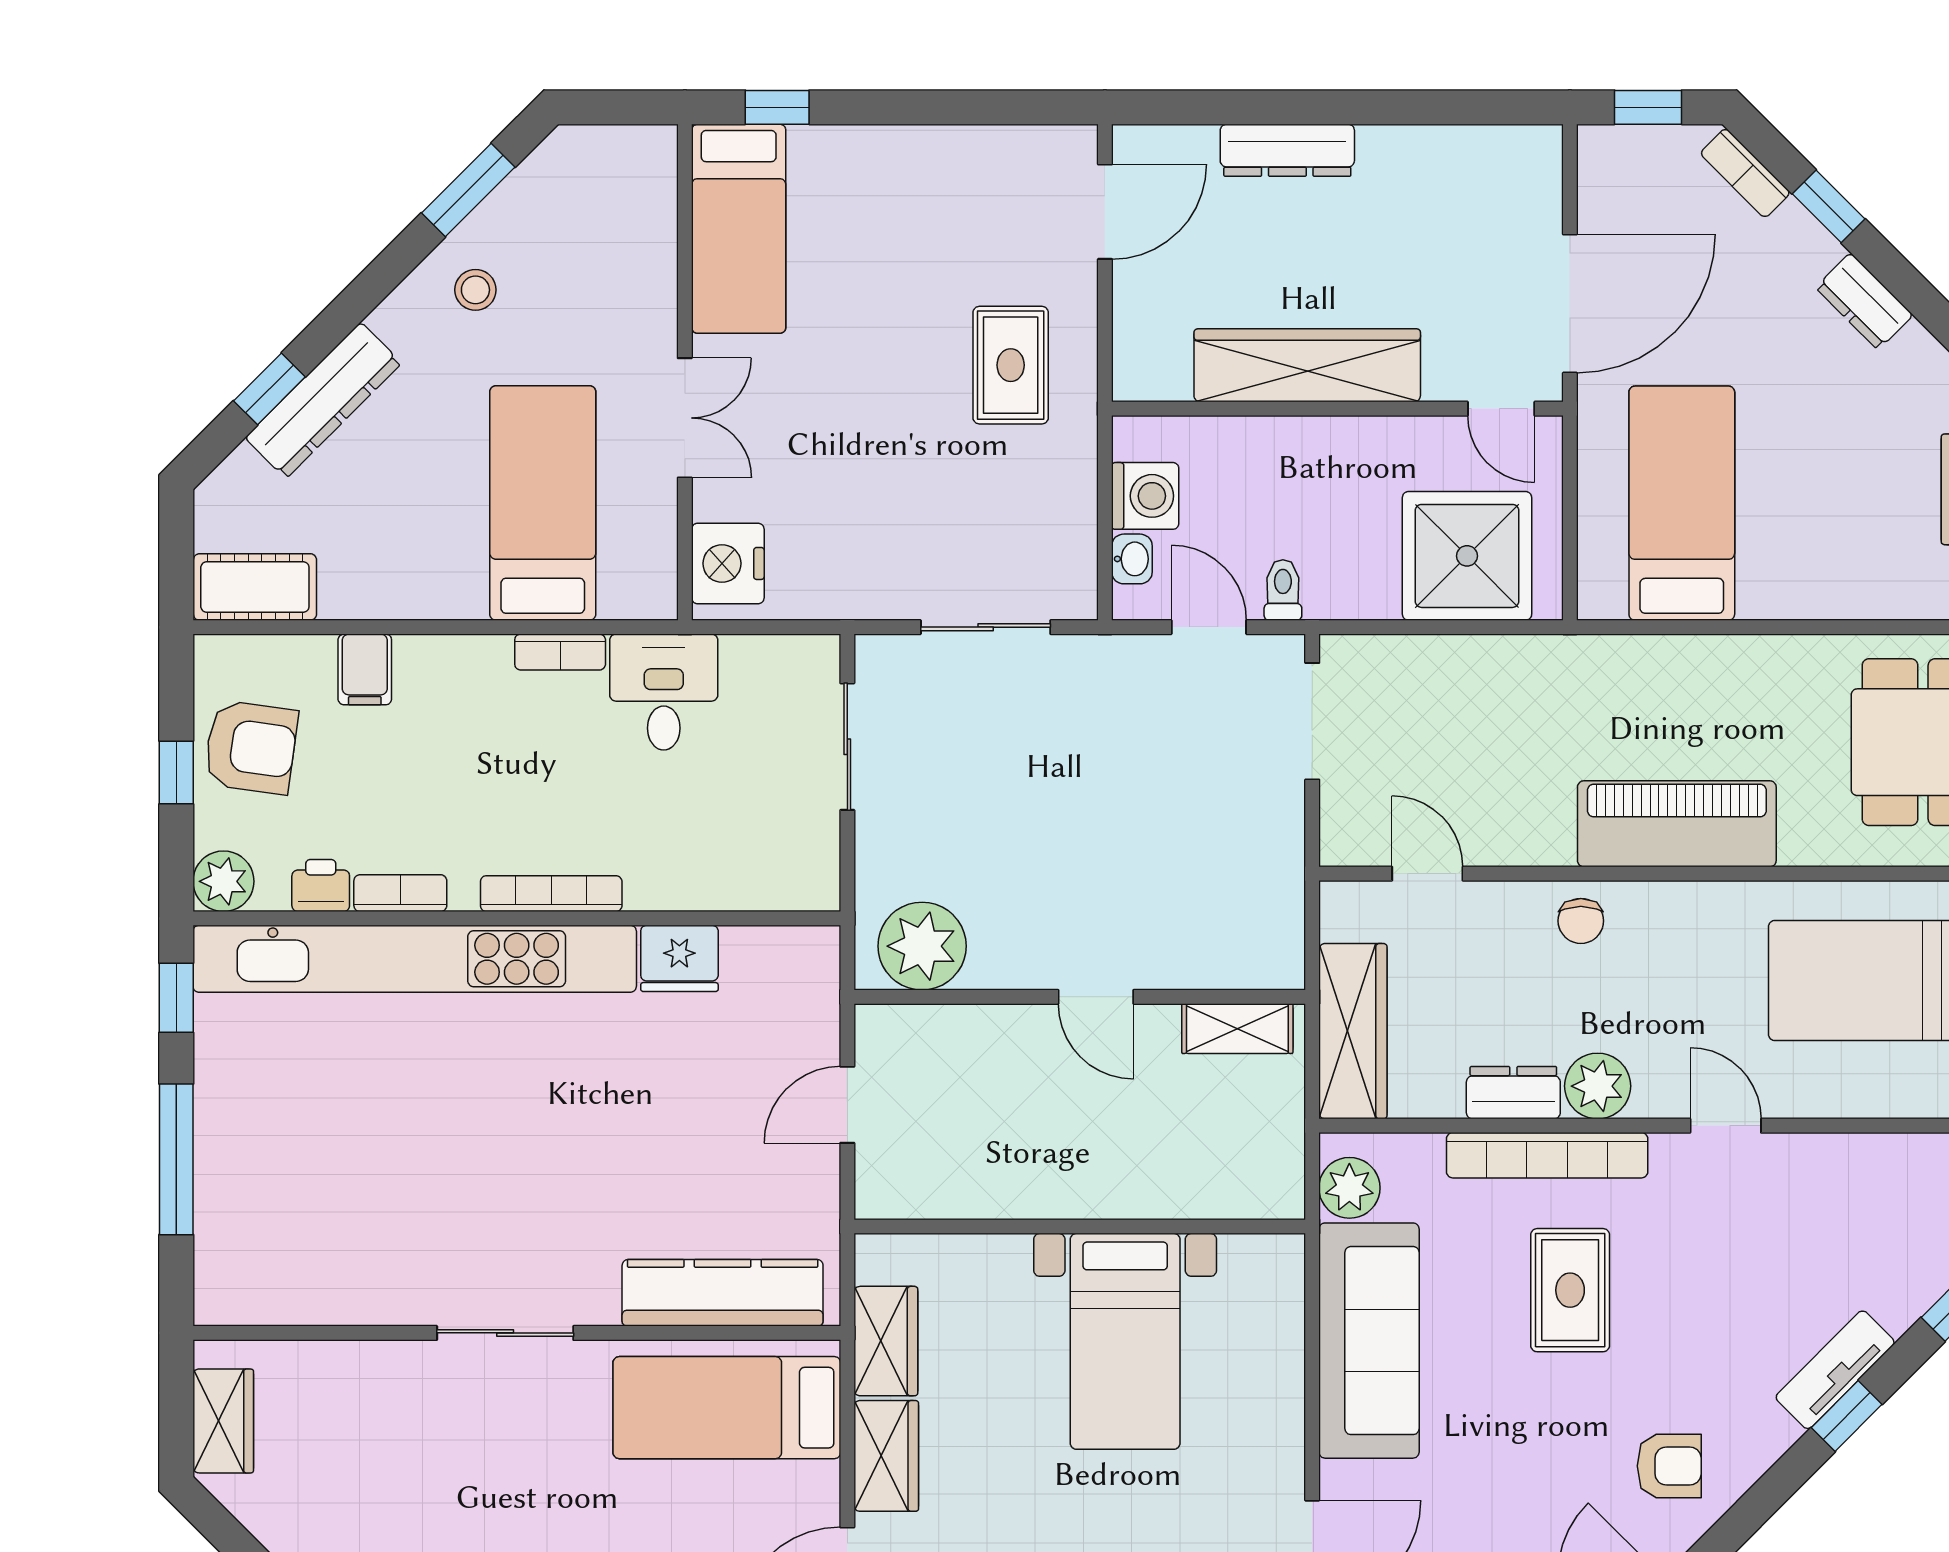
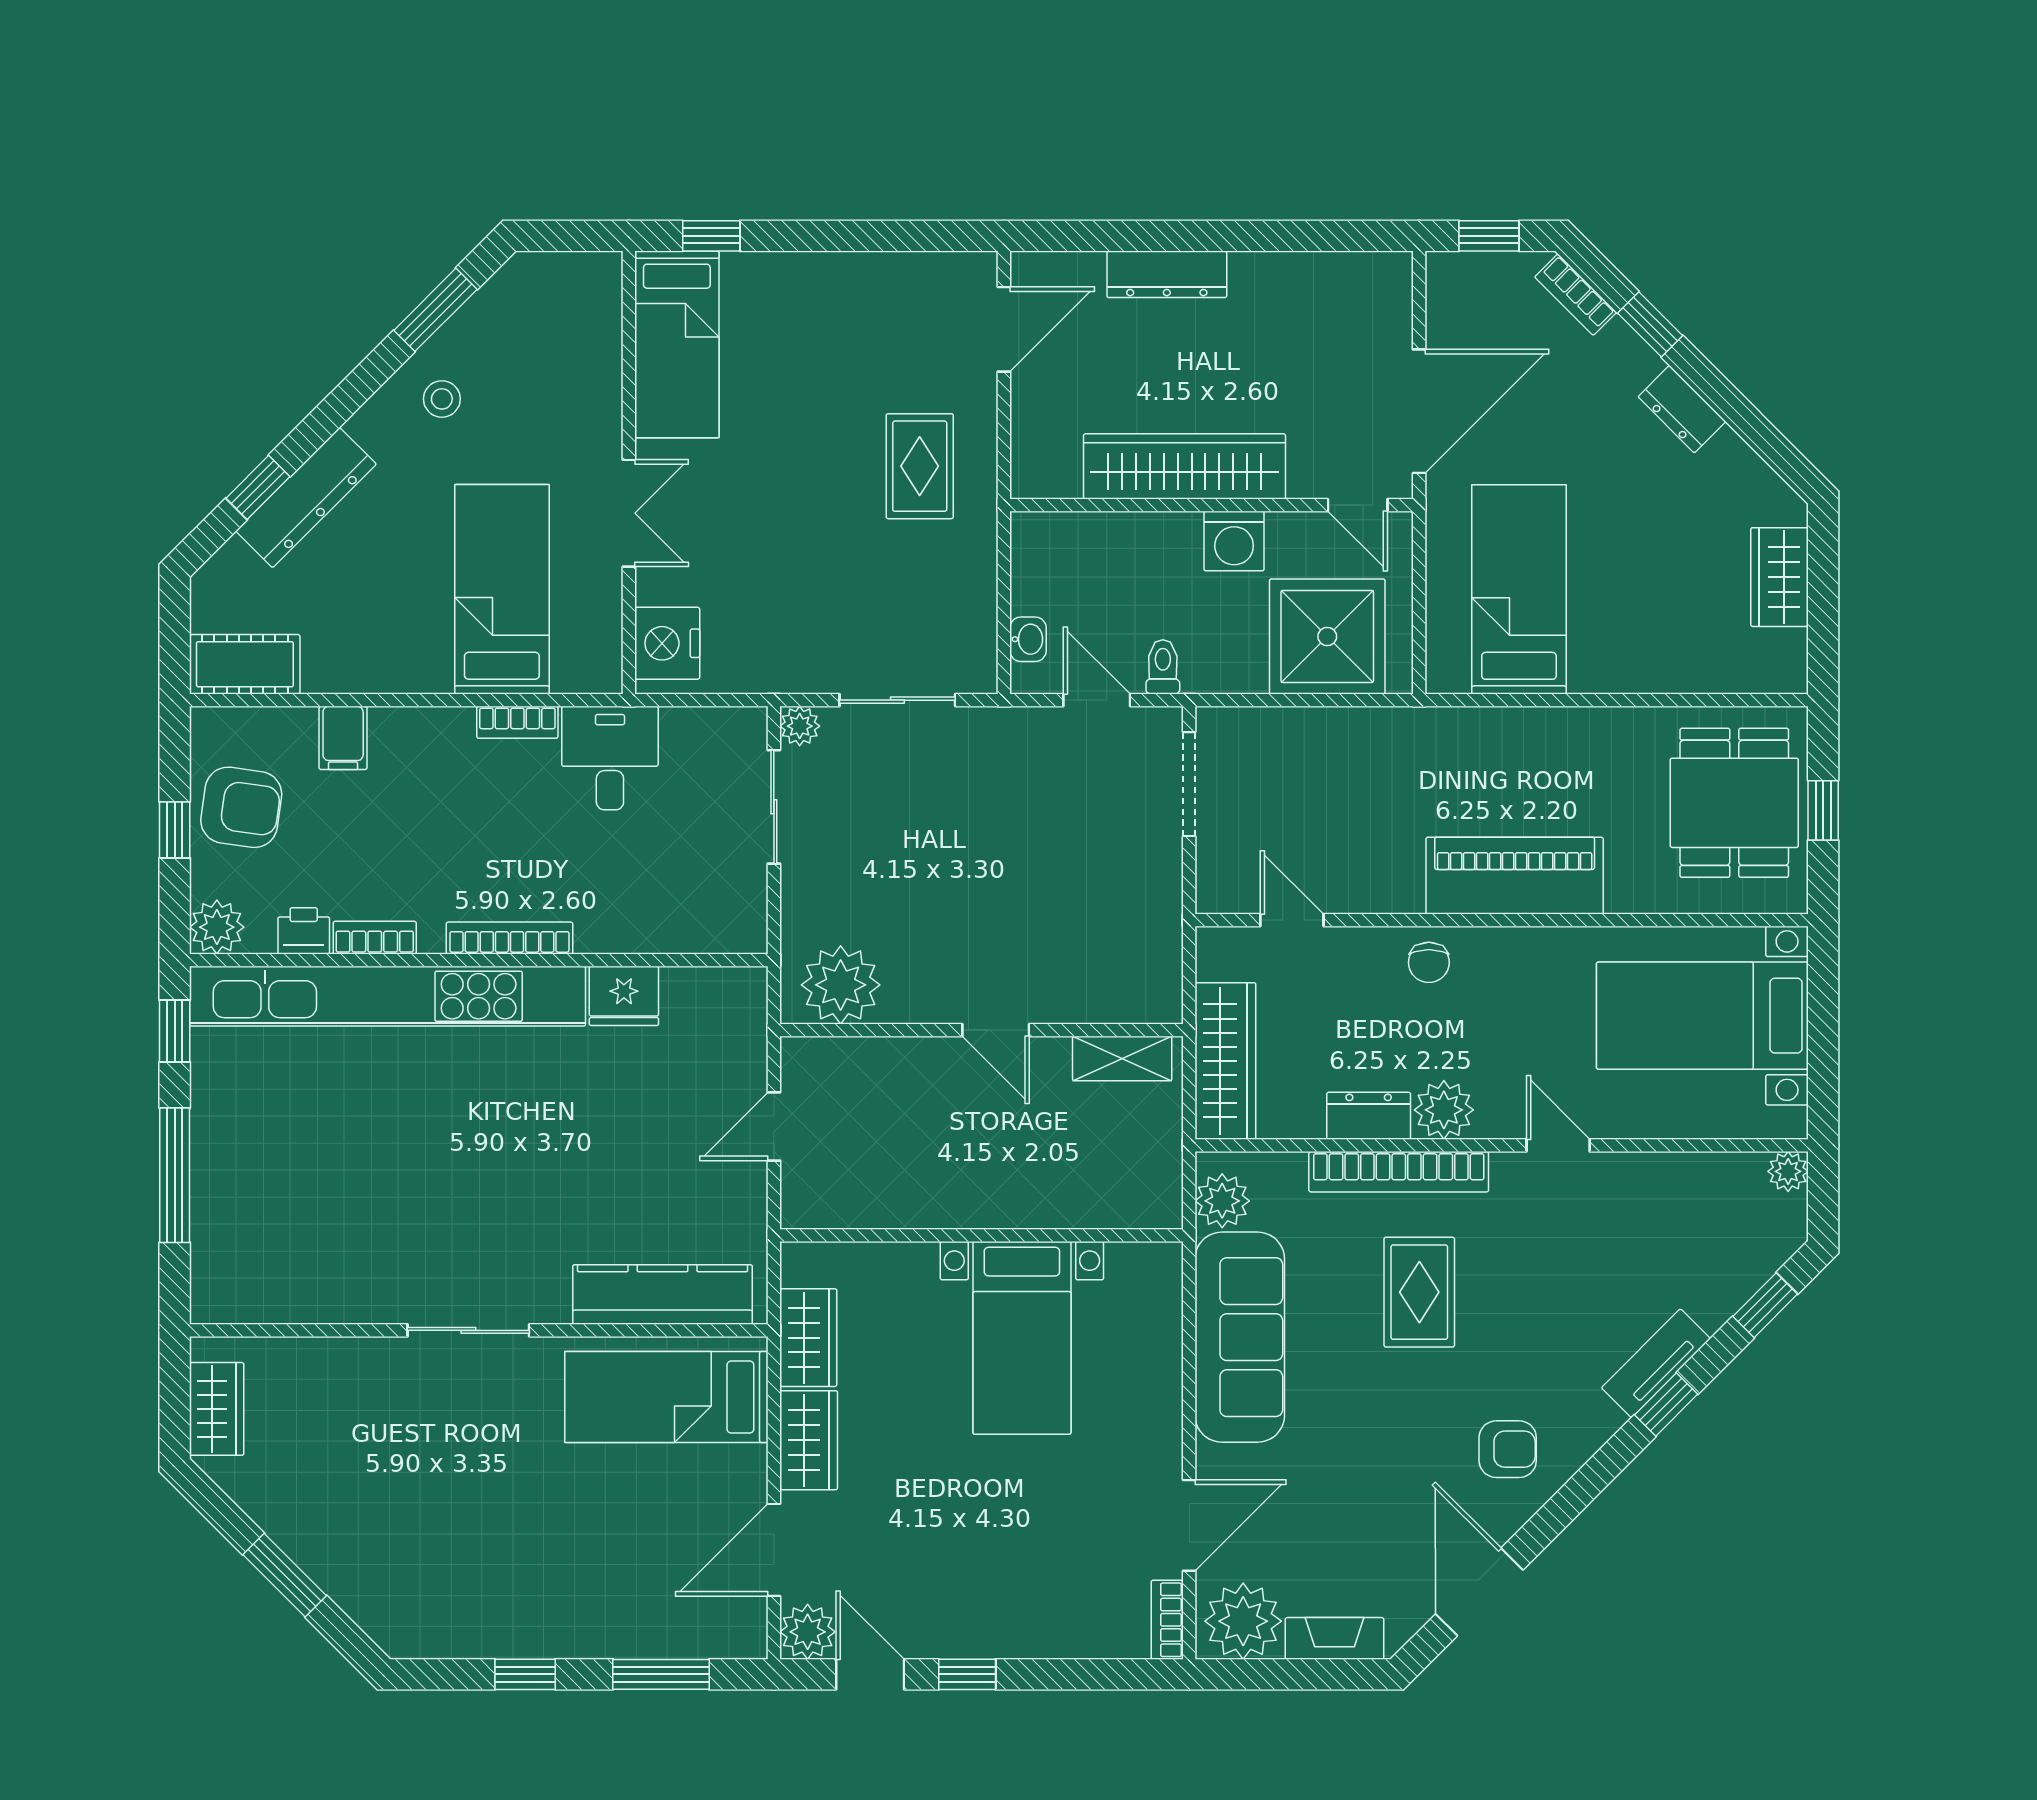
washing machine: (1145, 496) -> (1234, 541), moved, turned 90
plant: (876, 656) -> (800, 726), added

